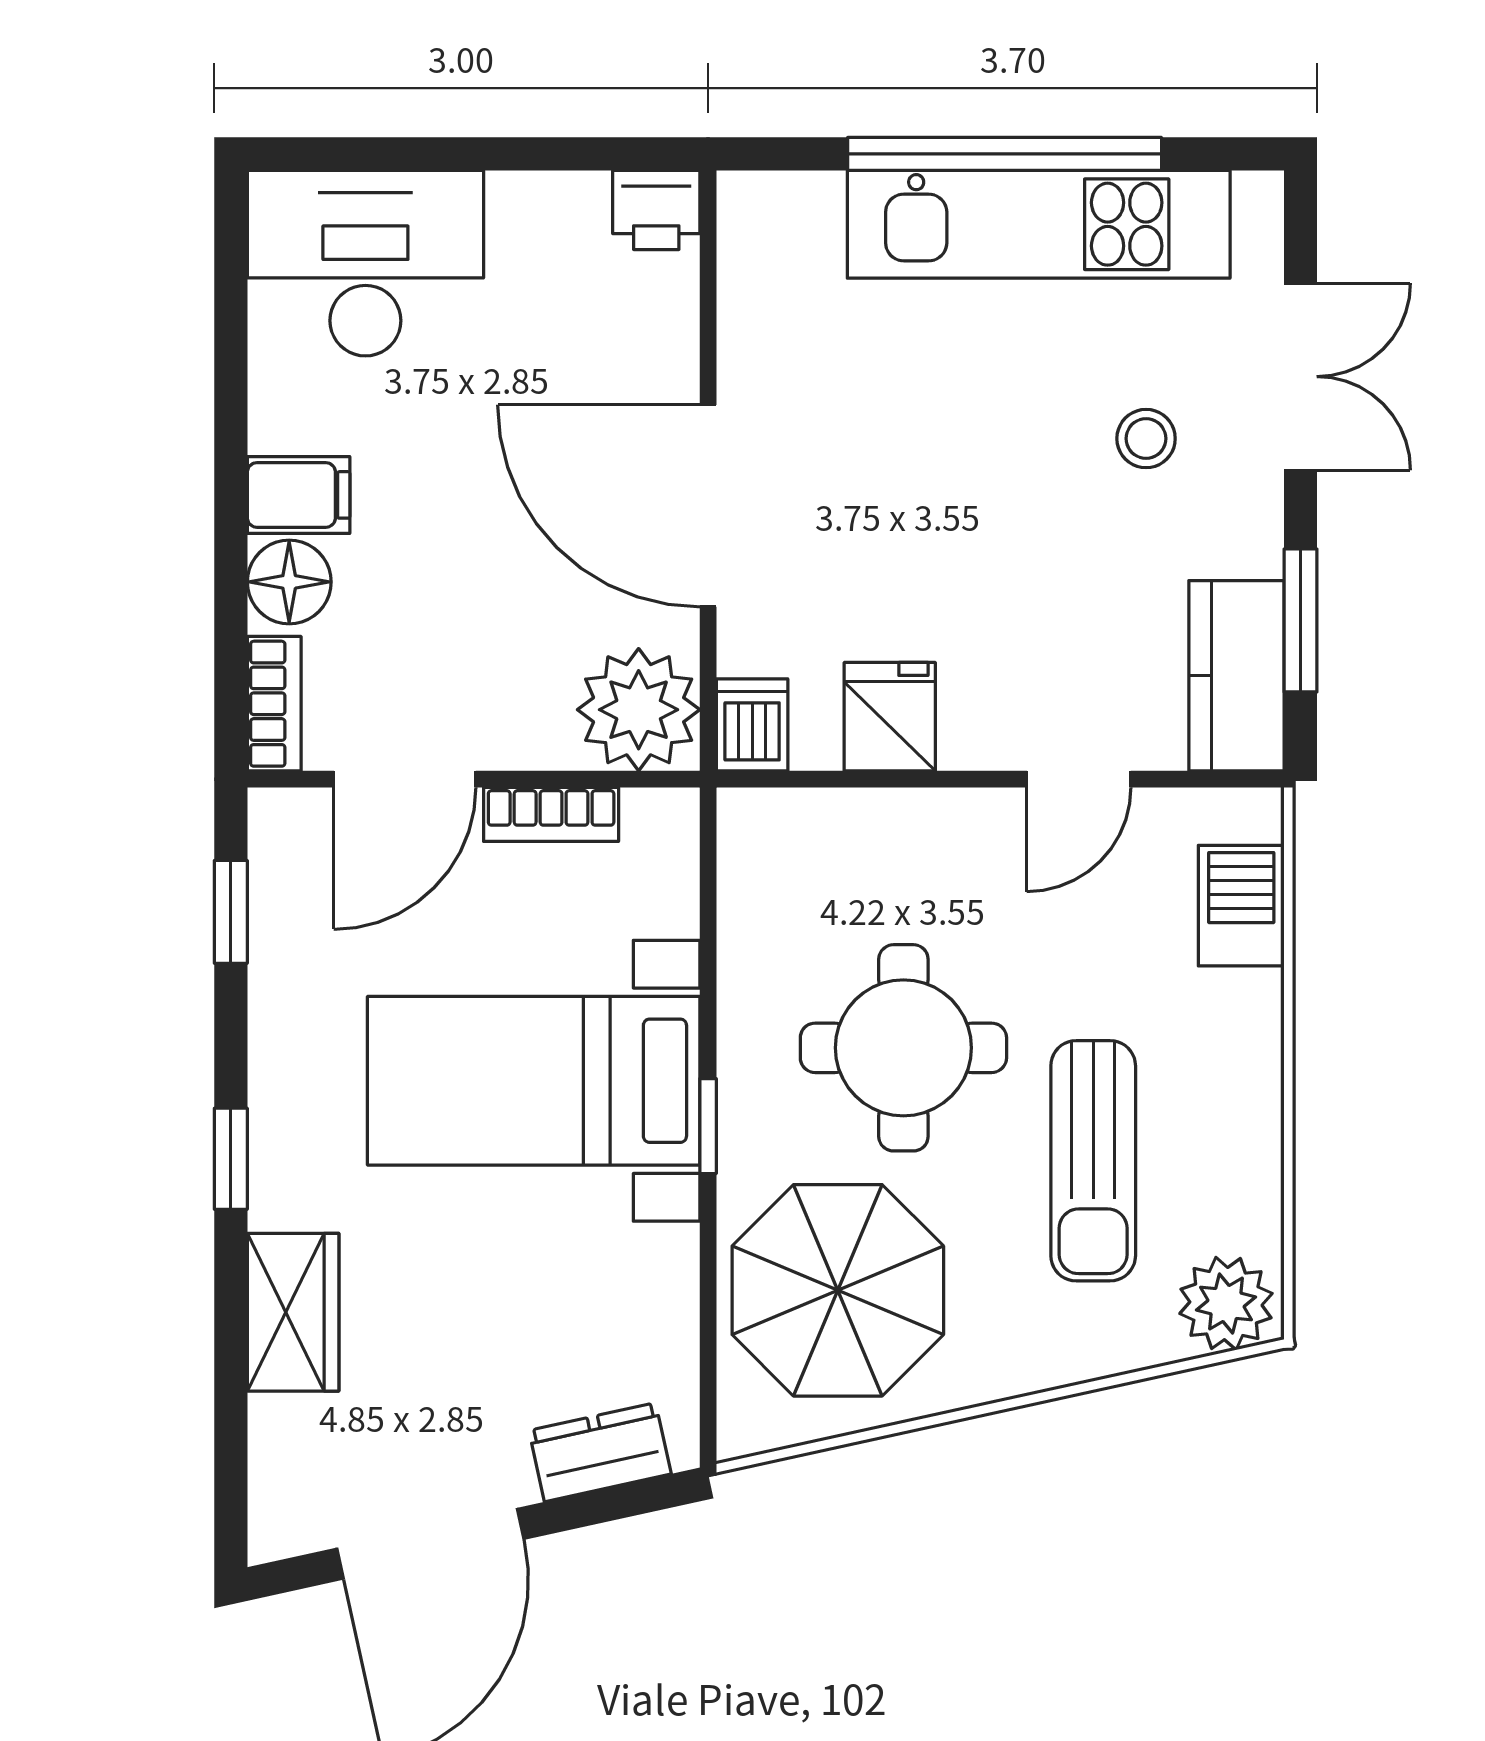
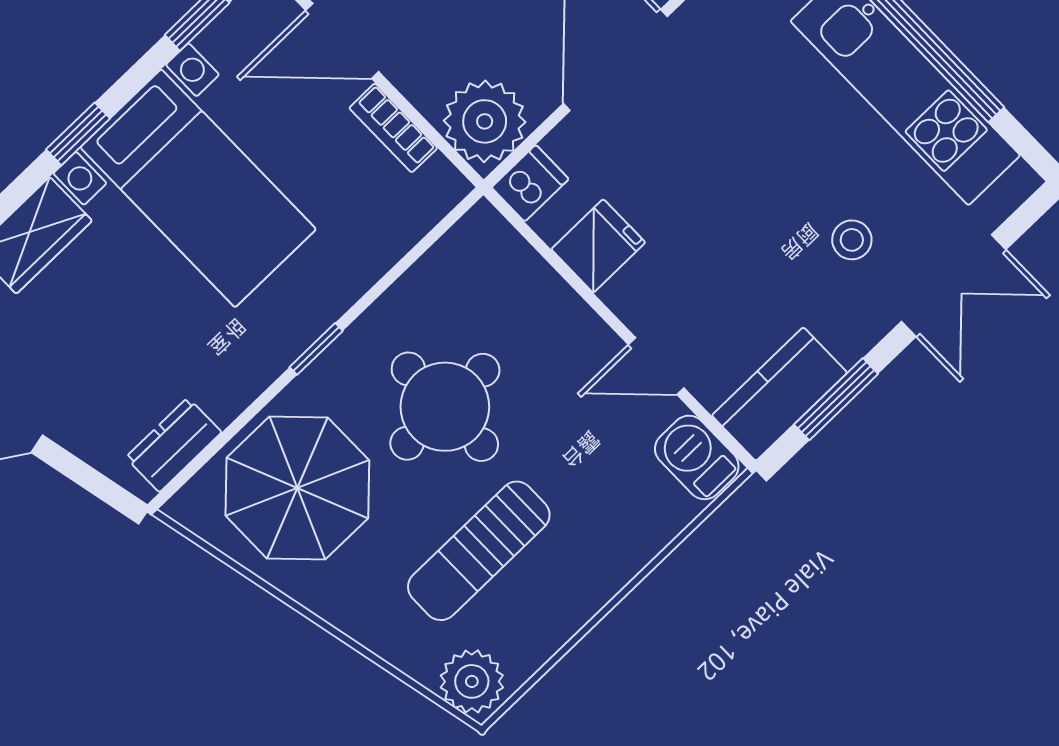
barbecue: (1241, 906) -> (697, 457), moved, turned -90
bed with nightstands: (534, 1081) -> (198, 188), moved, turned 180
dresser: (600, 1452) -> (174, 445), moved, turned -78

